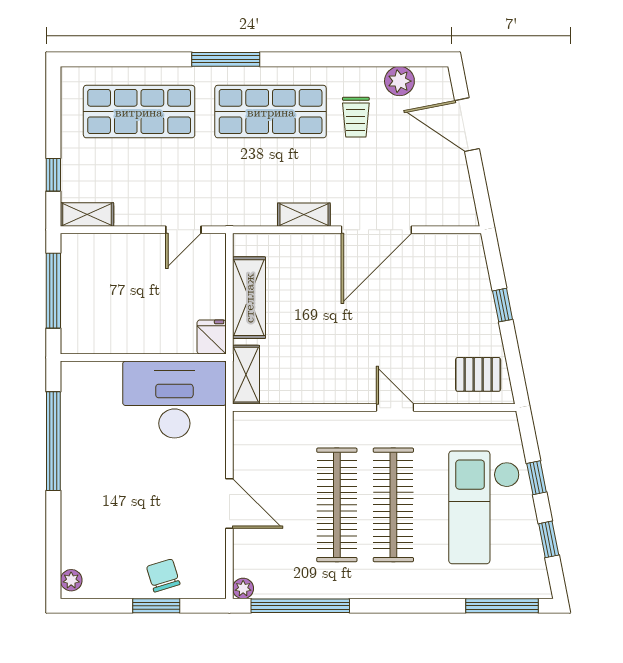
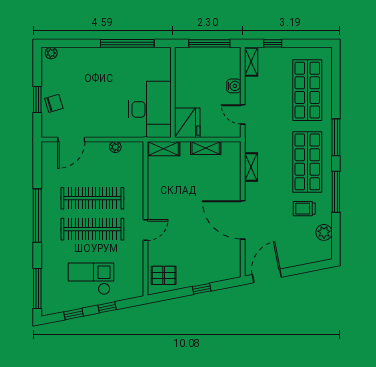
window: (325, 59) -> (336, 192), added
door: (467, 125) -> (267, 276), moved
shelving: (304, 215) -> (251, 167), moved
water cooler: (131, 246) -> (234, 86), added
shelving: (249, 298) -> (206, 148), width x0.67, depth x0.75
fridge: (212, 337) -> (187, 123), width x1.88, depth x1.34
pallet: (478, 374) -> (164, 275), turned 90
door: (229, 503) -> (71, 139), moved
checkout: (484, 507) -> (91, 279), width x0.73, depth x0.83
plant: (243, 588) -> (115, 147), moved
window: (300, 606) -> (37, 216), moved

